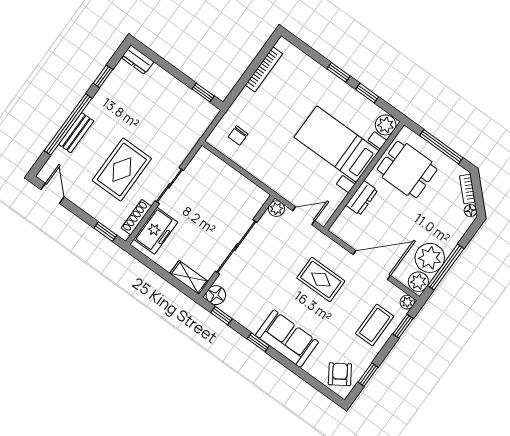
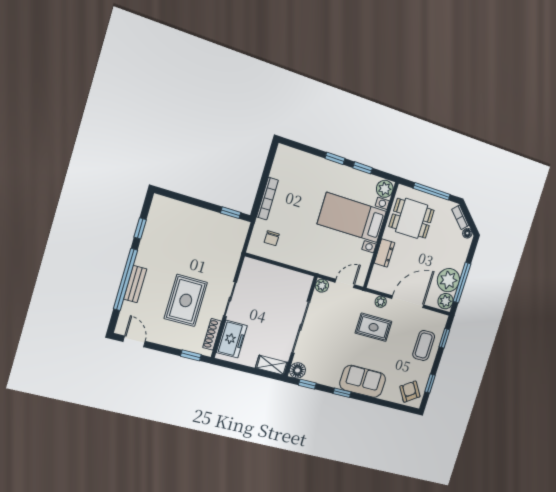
dresser: (138, 60) -> (165, 204), removed
bookcase: (264, 69) -> (267, 199), moved
plant: (407, 302) -> (381, 302), moved

